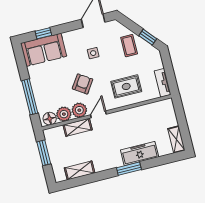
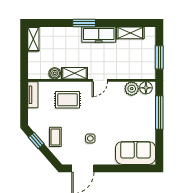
window: (43, 33) -> (132, 168), removed
armchair: (83, 84) -> (107, 112), removed
plant: (79, 110) -> (116, 89), removed
boiler: (146, 110) -> (55, 73), added
shelving: (78, 127) -> (74, 73), moved
freezer: (140, 153) -> (99, 35), moved

